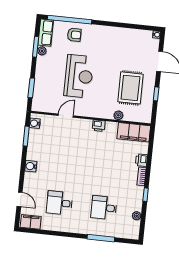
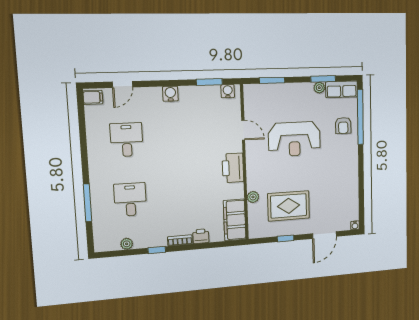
printer: (99, 126) -> (233, 168), width x1.87, depth x1.48
filing cabinet: (31, 222) -> (93, 97), width x0.50

